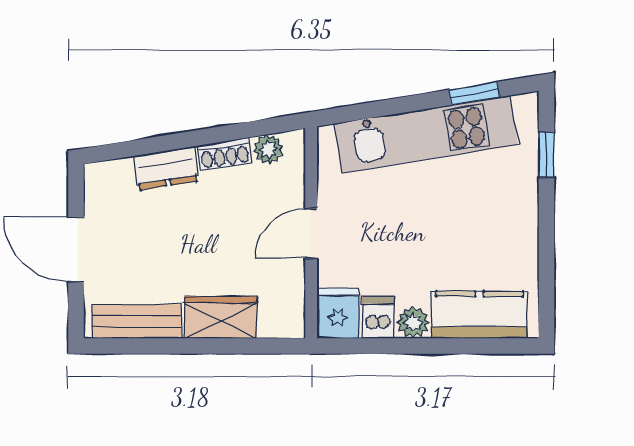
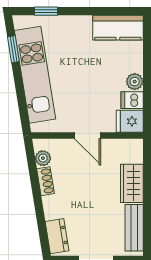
dresser: (166, 168) -> (57, 236), moved
kitchen counter: (479, 315) -> (118, 28), moved, turned -90

